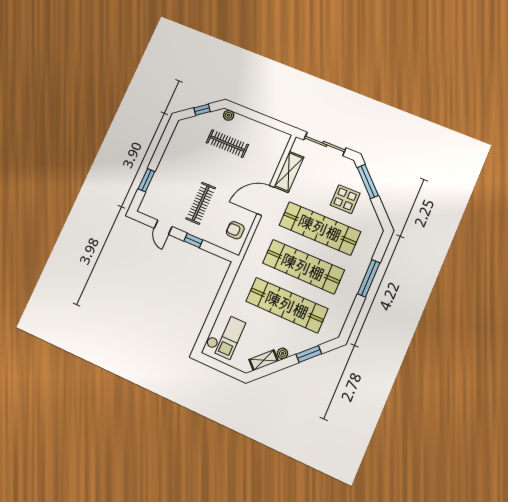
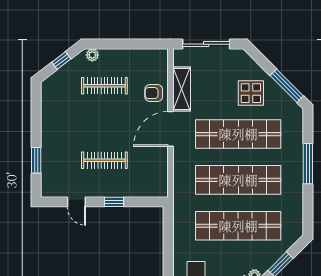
window: (368, 182) -> (287, 86), moved
clothes rail: (201, 203) -> (104, 160), turned 90
armchair: (235, 230) -> (154, 93), moved

